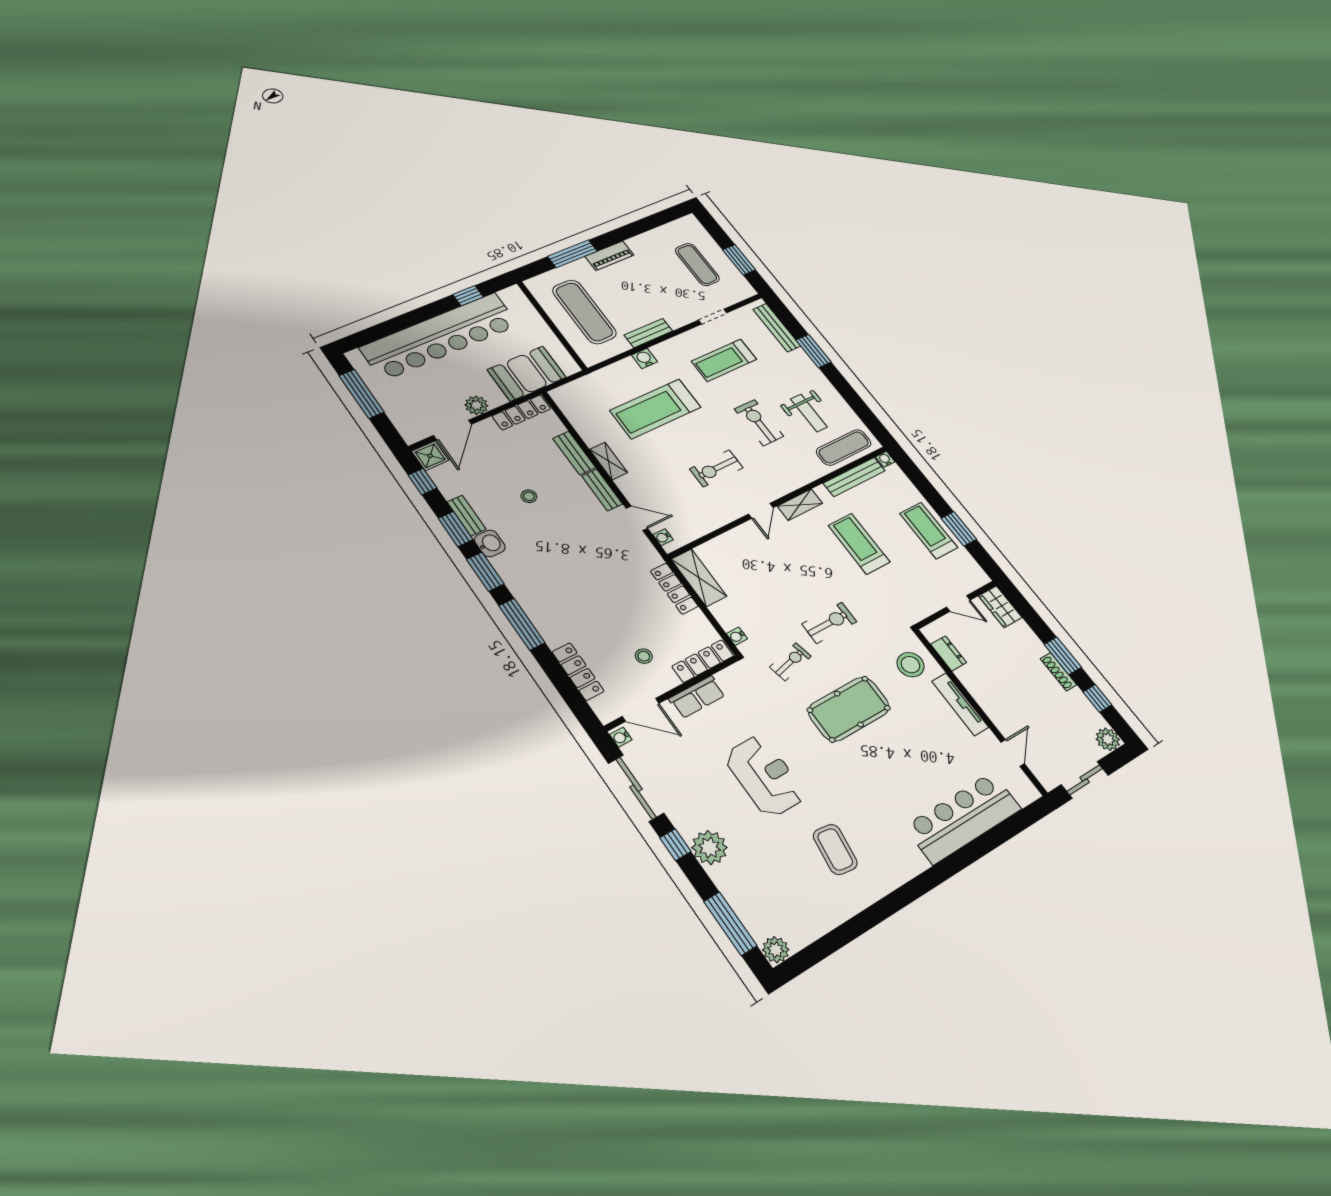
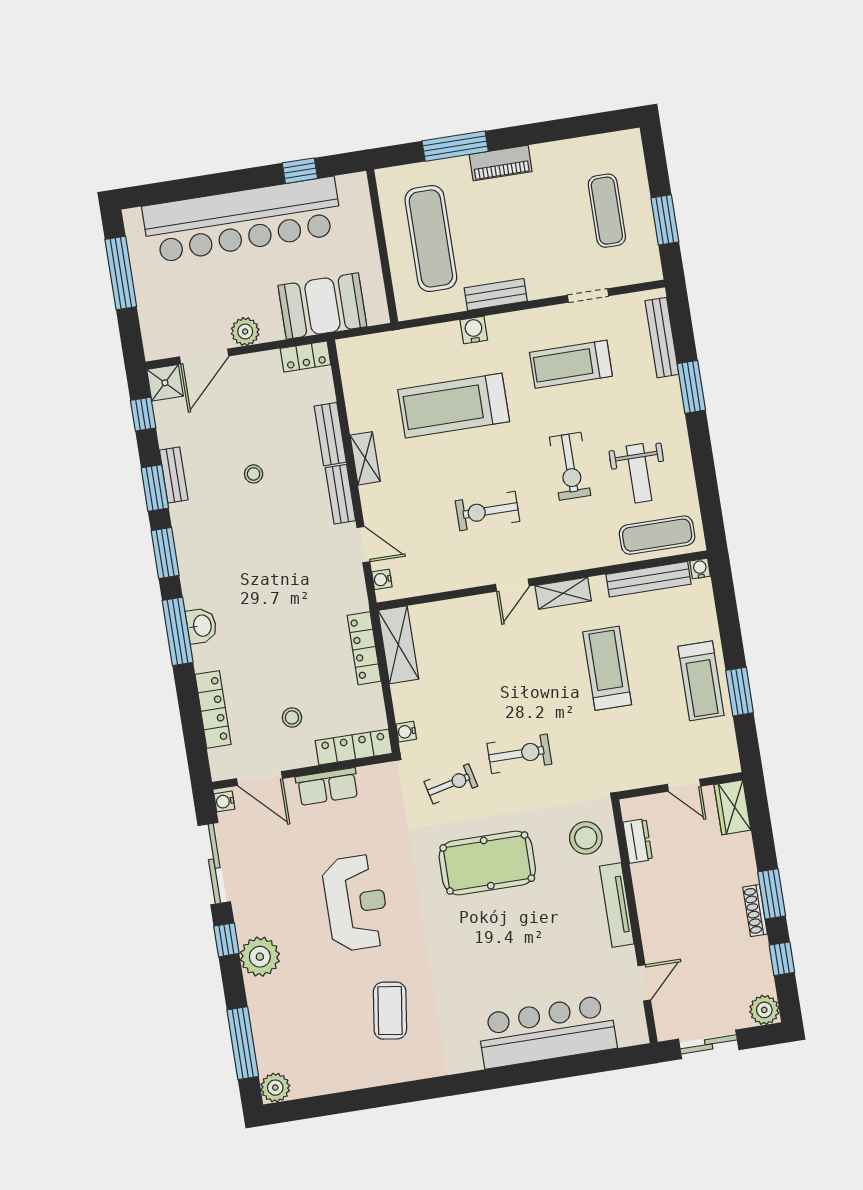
locker: (521, 412) -> (305, 356), width x0.66
exercise bike: (759, 423) -> (570, 466), turned 180
treadmill: (929, 530) -> (701, 681), turned 180
washbasin: (490, 543) -> (202, 626), moved

